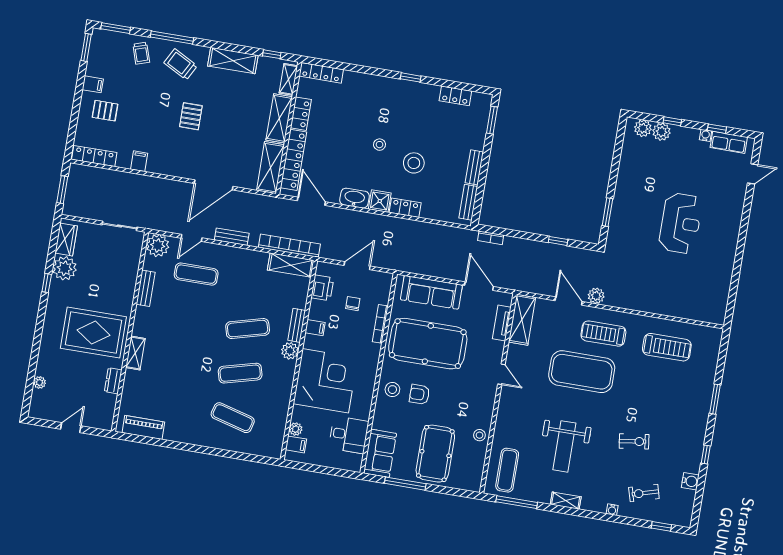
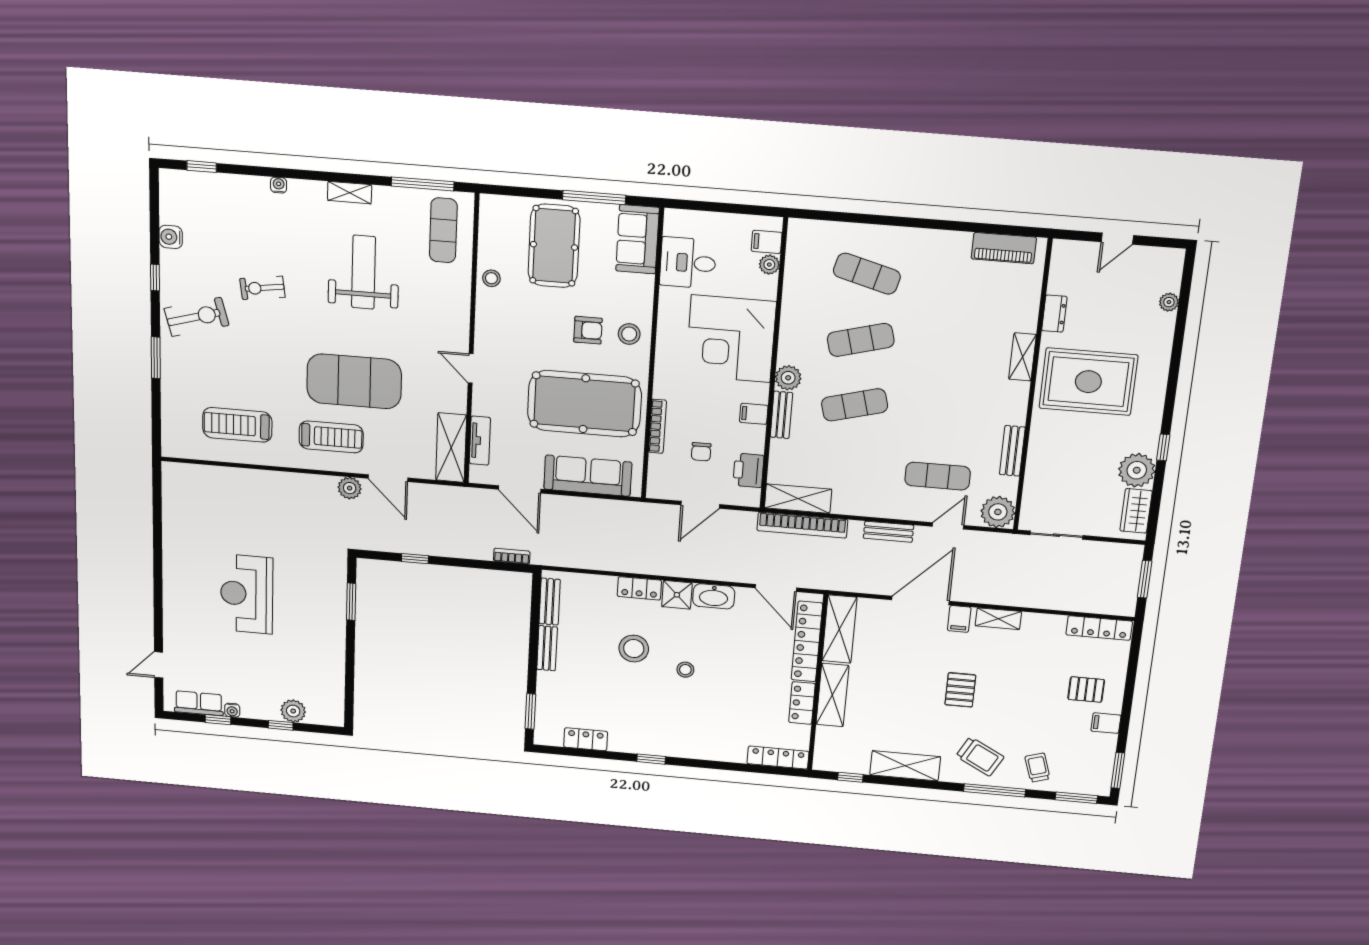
shelving: (288, 79) -> (998, 619), moved, turned 90
plant: (643, 128) -> (319, 714), removed
filing cabinet: (139, 161) -> (959, 619), moved
exercise bike: (644, 493) -> (196, 317), moved, width x1.38, depth x1.39

